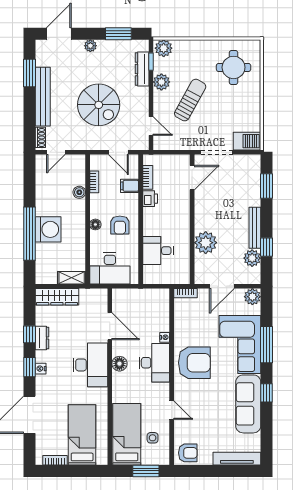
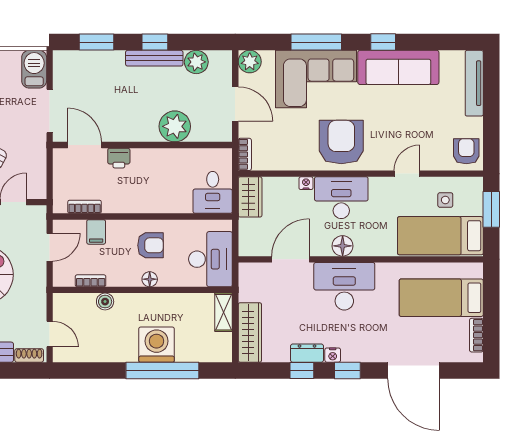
printer: (150, 199) -> (119, 158), moved, turned 180
window: (267, 247) -> (155, 42), moved
desk: (158, 251) -> (213, 192), moved
wardrobe: (155, 297) -> (250, 197), added
nightstand: (41, 369) -> (333, 355), moved

